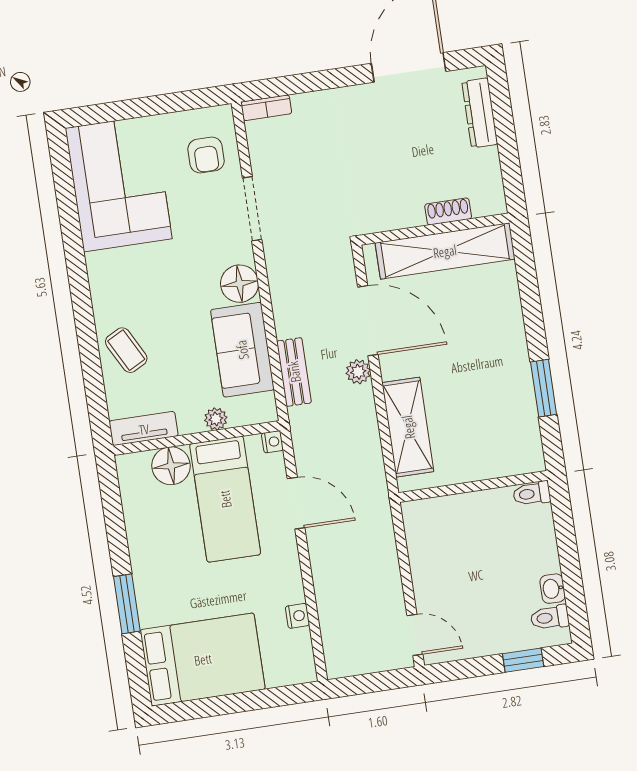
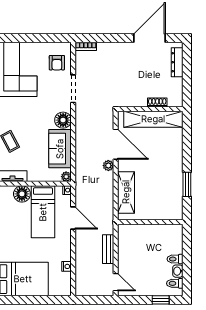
bench: (294, 372) -> (108, 249), moved
plant: (216, 419) -> (66, 177), moved
toilet: (532, 494) -> (175, 259), moved

